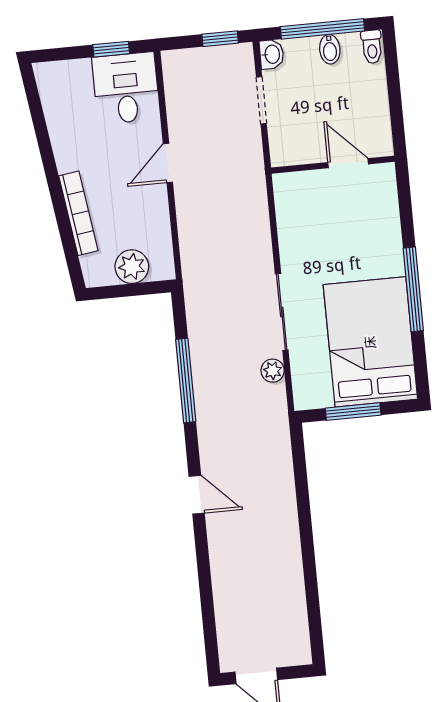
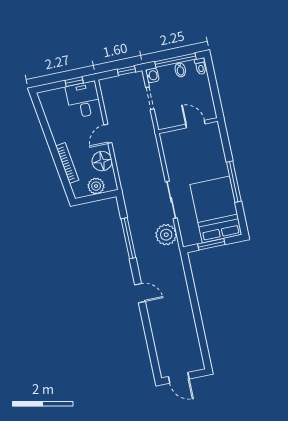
floor lamp: (150, 217) -> (102, 161), added
plant: (273, 371) -> (166, 235), width x1.88, depth x1.88

